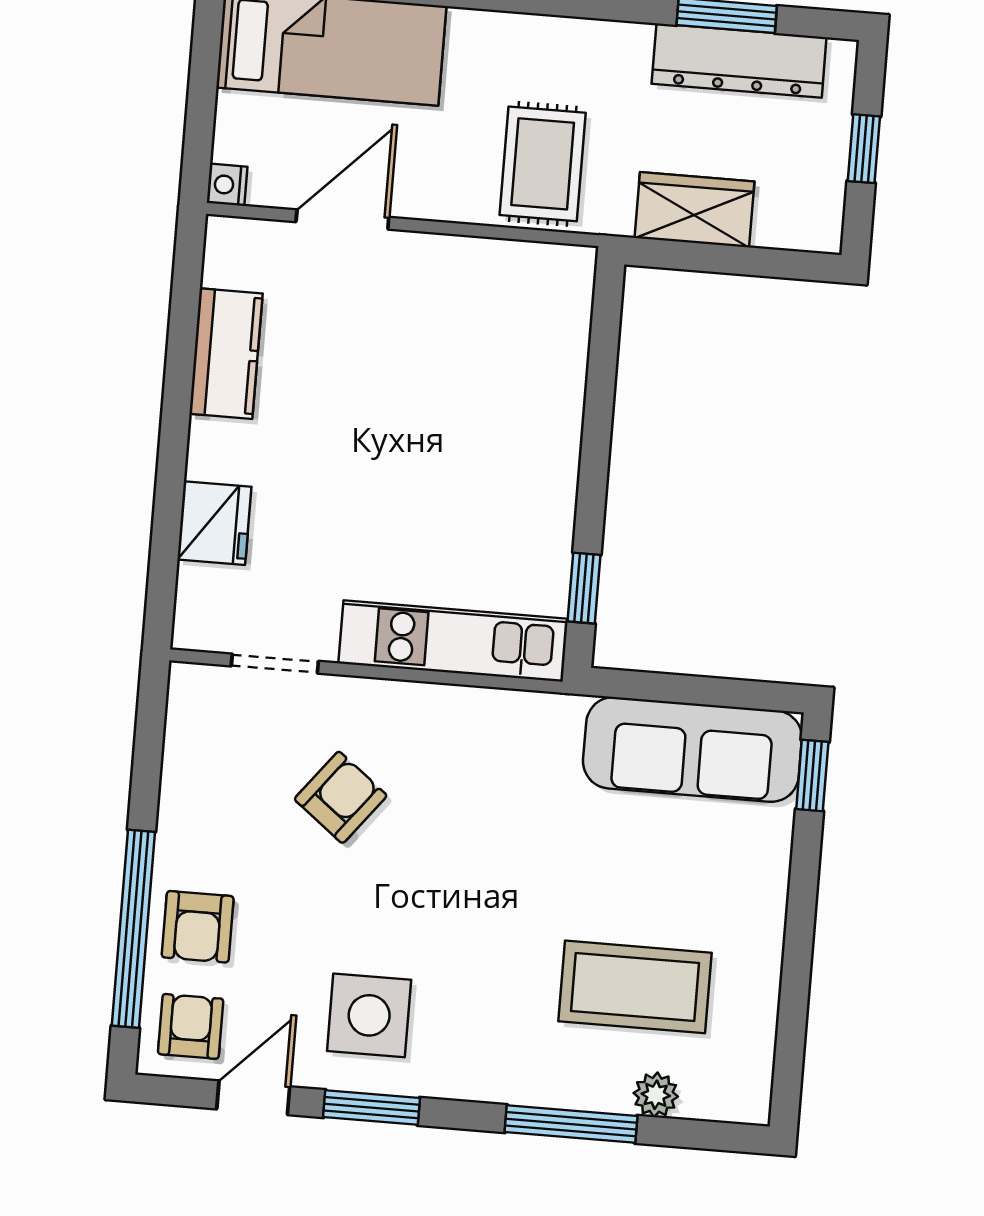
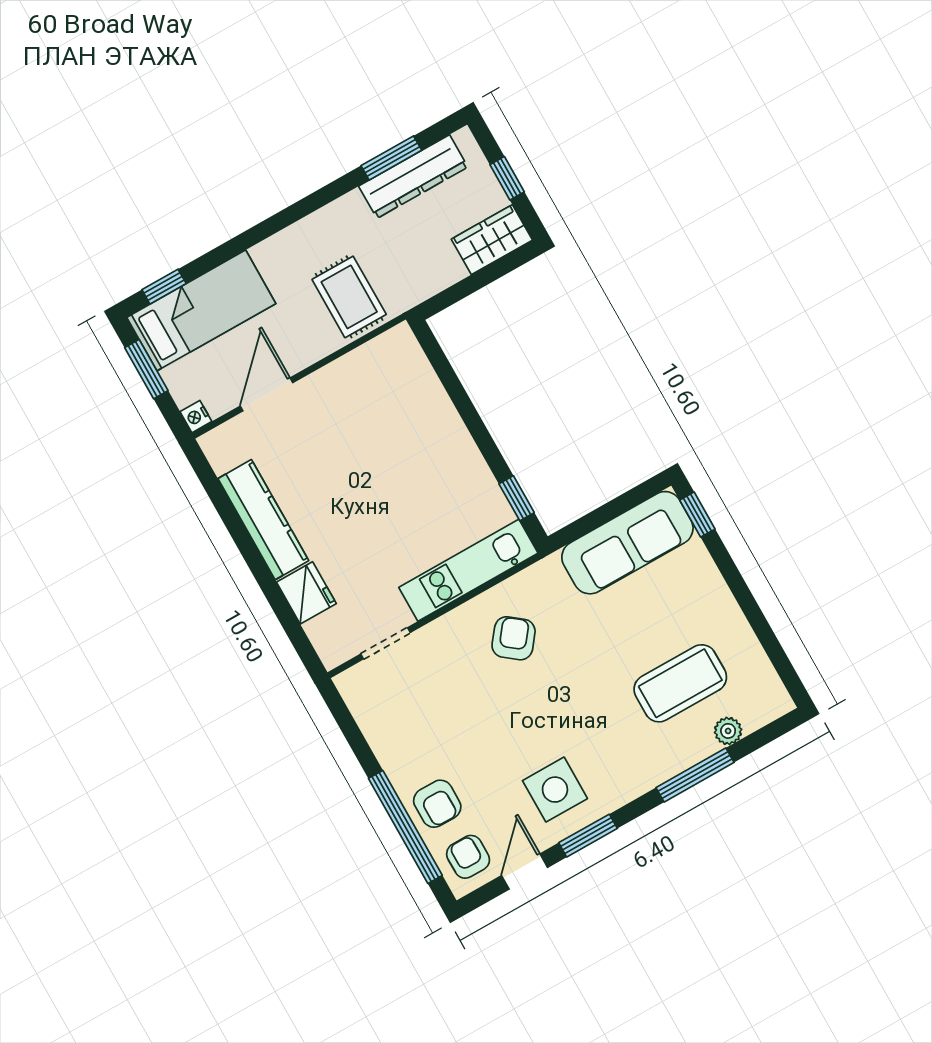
window: (204, 76) -> (146, 369), added
wardrobe: (694, 210) -> (492, 240), moved
kitchen counter: (226, 354) -> (263, 520), width x1.50
armchair: (341, 797) -> (514, 638), moved

